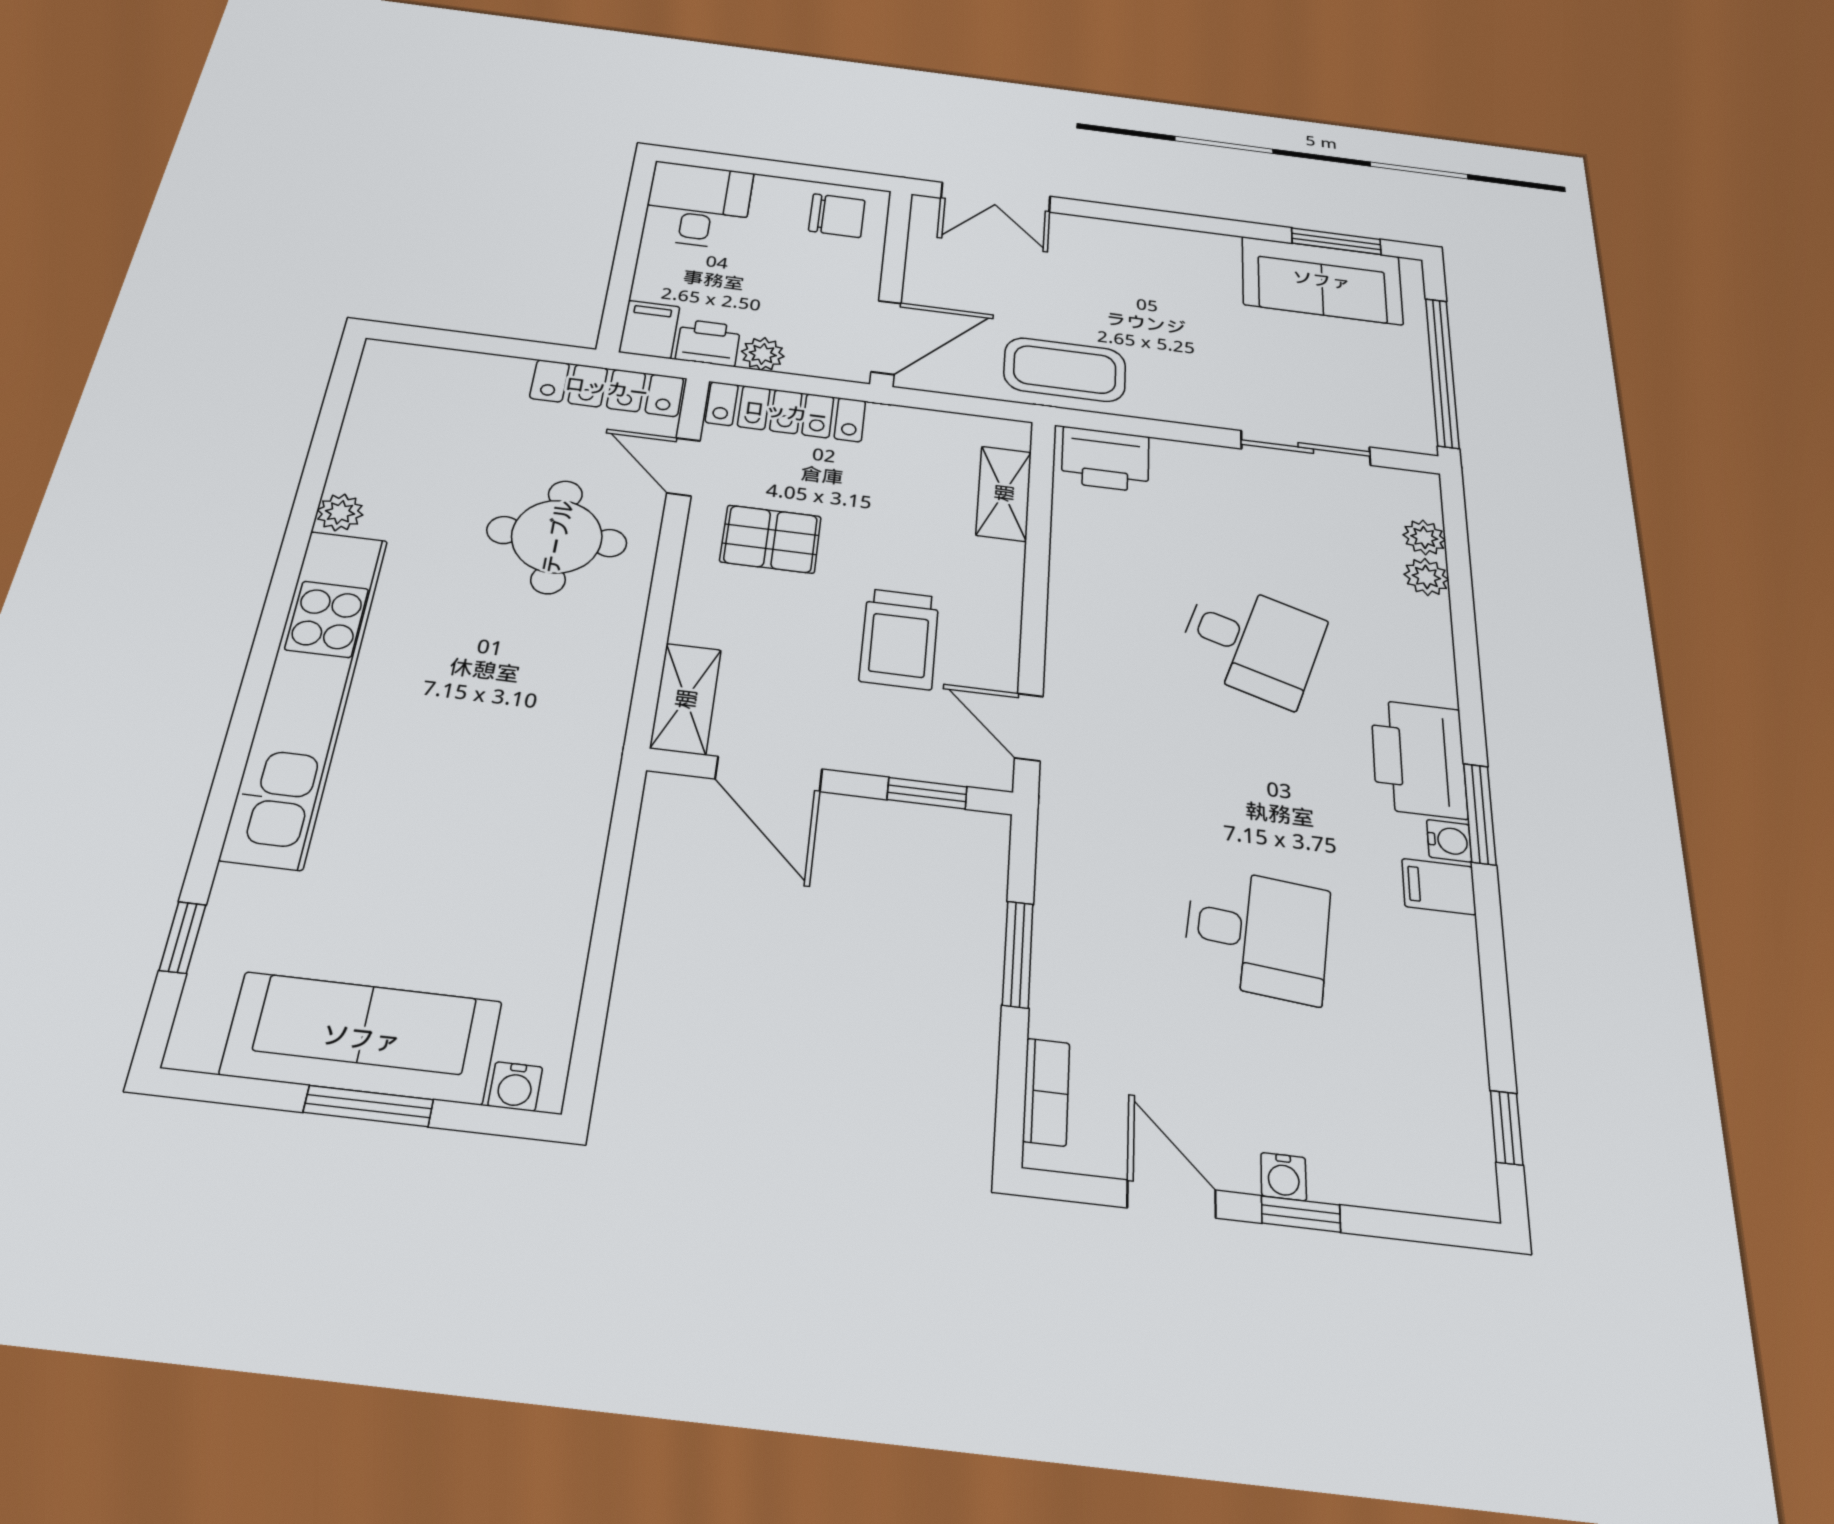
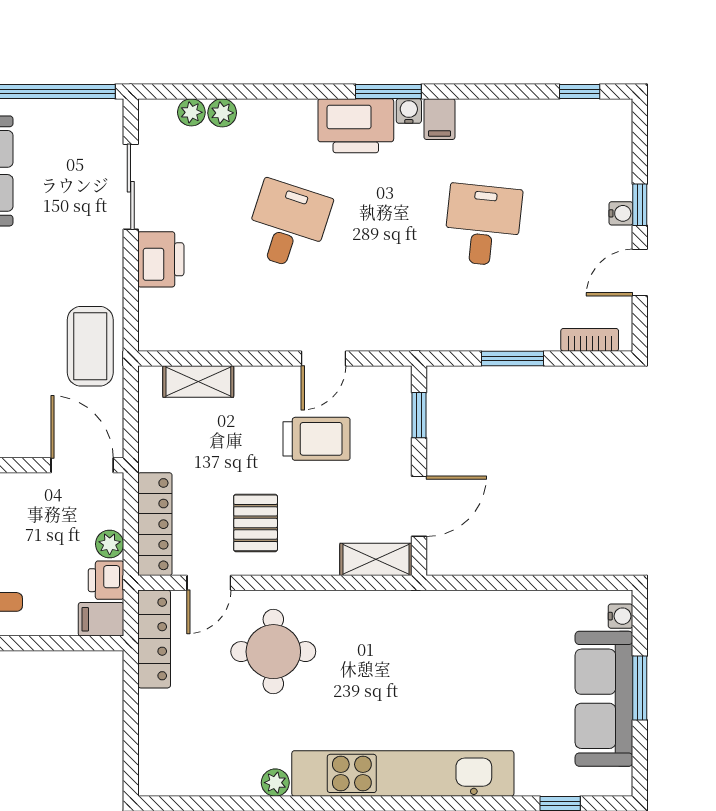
printer: (1105, 459) -> (161, 259), moved
door: (1029, 727) -> (323, 358), moved

